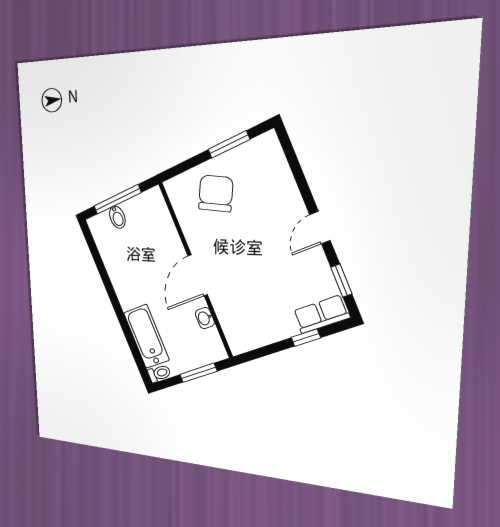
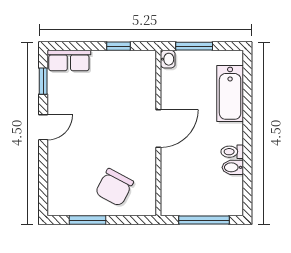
bidet: (117, 217) -> (233, 167), moved, turned -90
washbasin: (205, 318) -> (168, 59), moved
window: (306, 338) -> (119, 46), moved
toilet: (159, 373) -> (232, 152), moved

